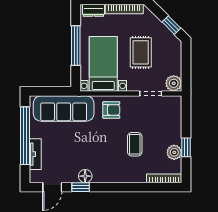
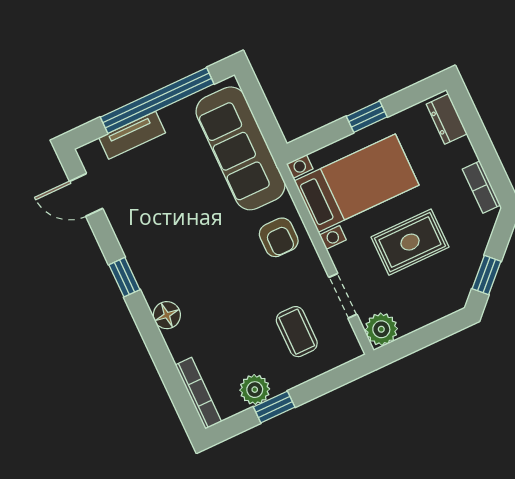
bookcase: (124, 9) -> (481, 187), width x0.64
window: (76, 46) -> (367, 117), width x0.46
coffee table: (135, 144) -> (297, 332), moved, turned 90
floor lamp: (85, 176) -> (167, 315), moved
window: (81, 187) -> (124, 277), moved

